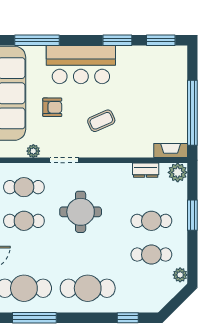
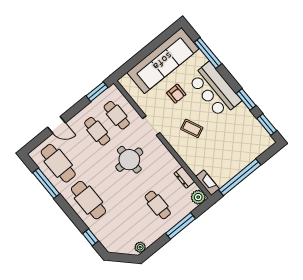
plant: (33, 151) -> (142, 103), removed
window: (192, 215) -> (181, 226), width x1.44
cafe table: (151, 255) -> (138, 221), removed

